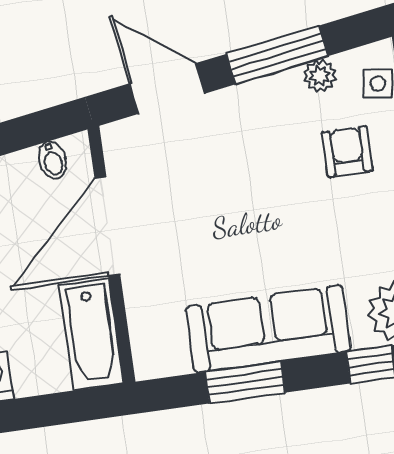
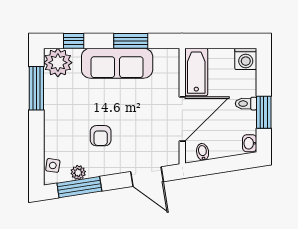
window: (277, 55) -> (79, 187), moved
armchair: (347, 152) -> (101, 136), moved

